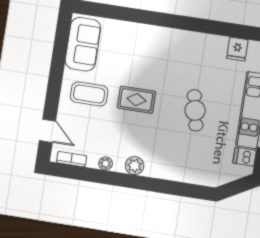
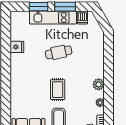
fridge: (237, 49) -> (17, 47), moved

